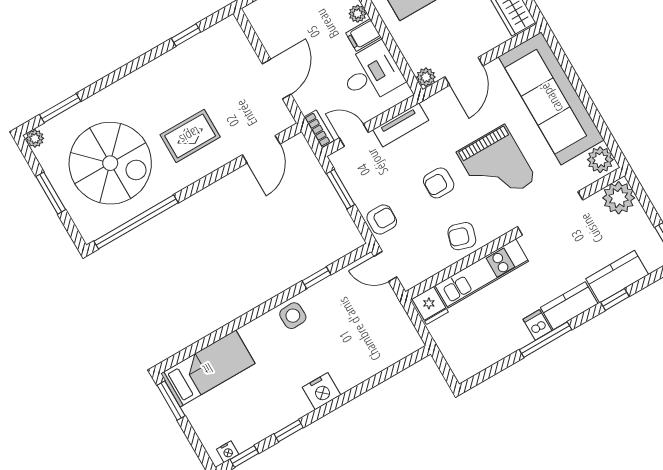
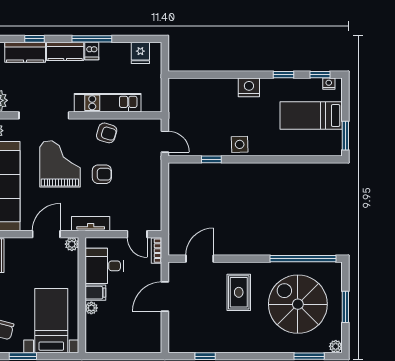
tv unit: (401, 125) -> (91, 224), moved
rug: (190, 136) -> (239, 292), turned 90
window: (341, 189) -> (165, 205), removed
armchair: (382, 220) -> (150, 172), removed
fridge: (430, 305) -> (140, 53), moved, turned 180
bed: (208, 369) -> (311, 115), moved

